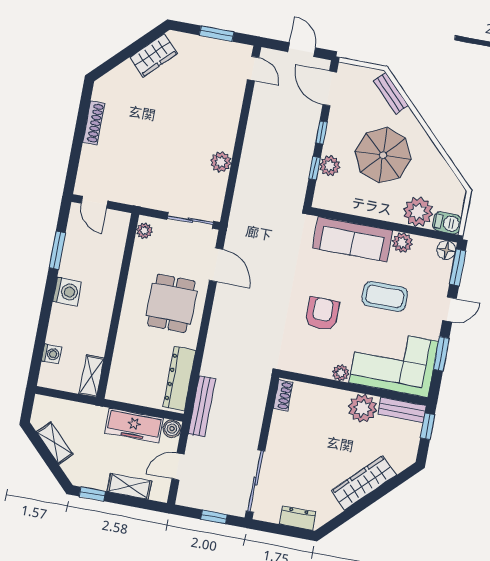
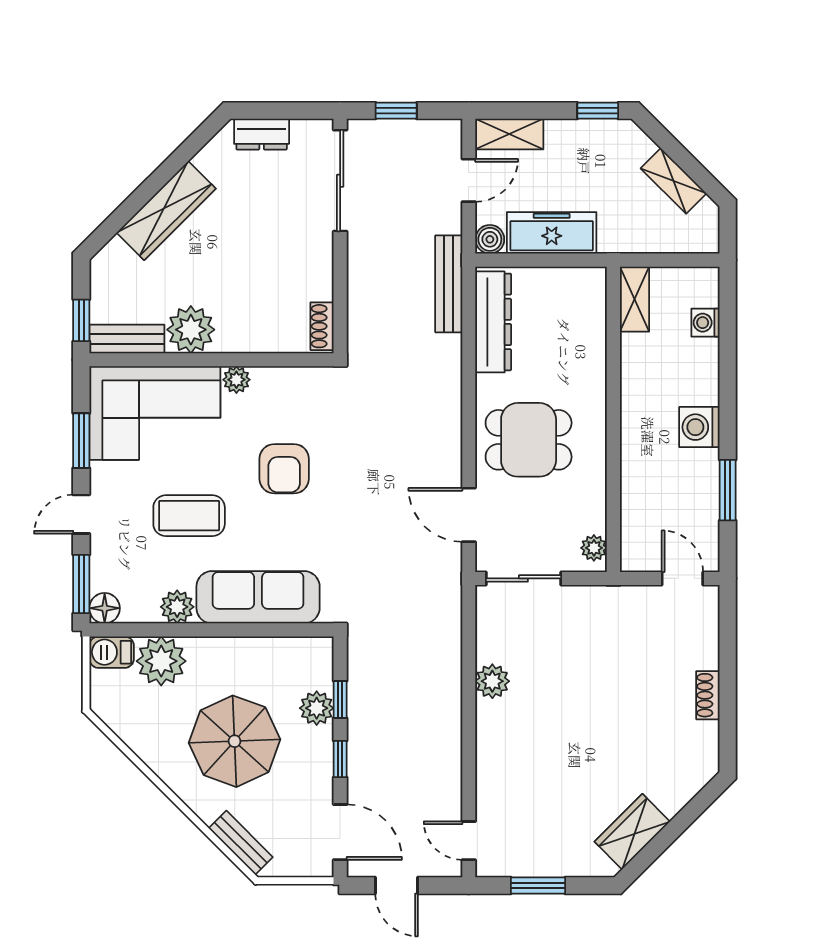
shoe rack: (94, 123) -> (708, 695), width x0.70
dining table: (171, 303) -> (529, 440), turned 90
shelving: (129, 486) -> (509, 134), moved

